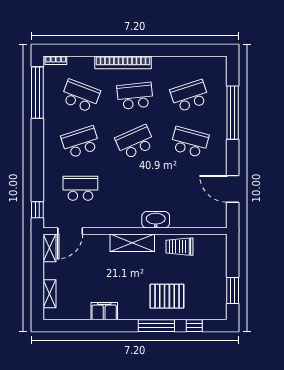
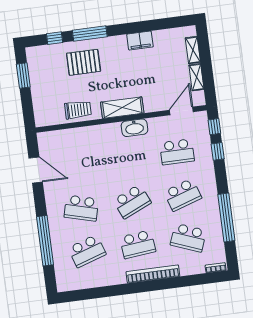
window: (37, 93) -> (226, 218), moved
window: (37, 183) -> (218, 151), added
washbasin: (156, 220) -> (134, 128), moved
shelving: (49, 248) -> (196, 77), moved

